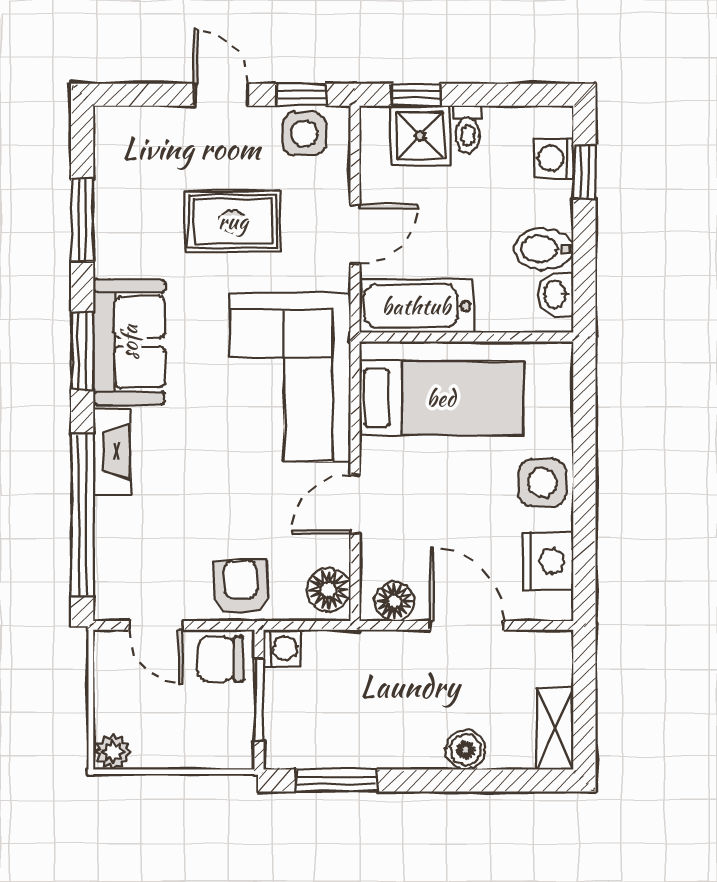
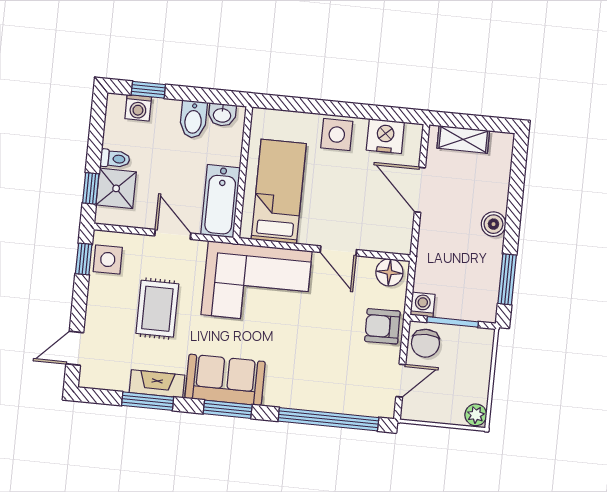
door: (221, 95) -> (75, 348), moved
fireplace: (112, 451) -> (157, 384), moved
floor lamp: (395, 601) -> (401, 233), removed
door: (467, 625) -> (420, 190), hinge flipped
shelving: (555, 728) -> (463, 139), moved
boiler: (466, 750) -> (493, 224), moved

